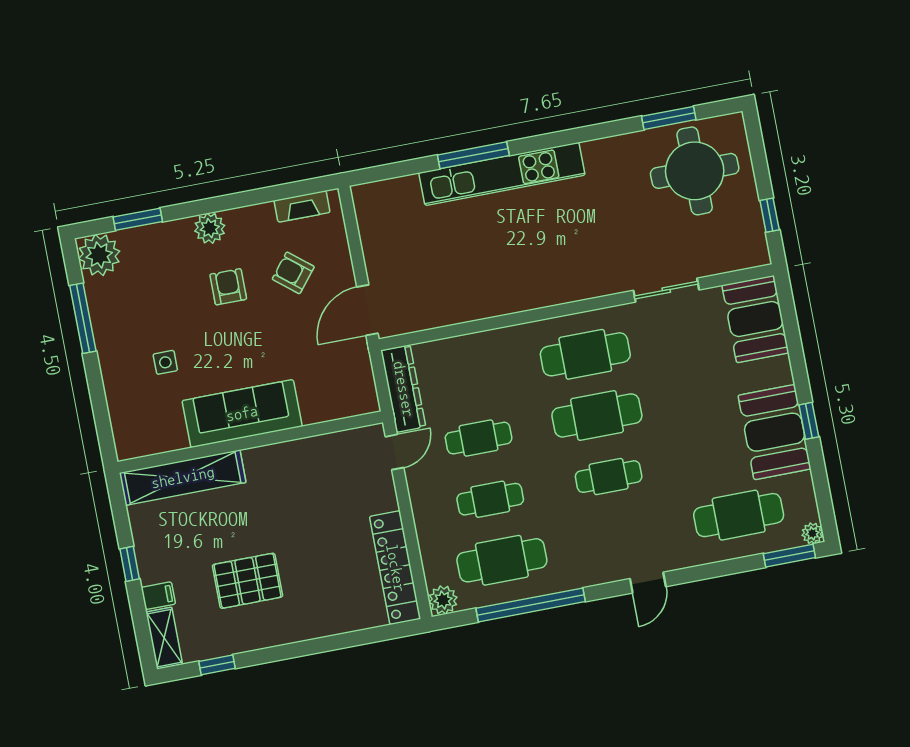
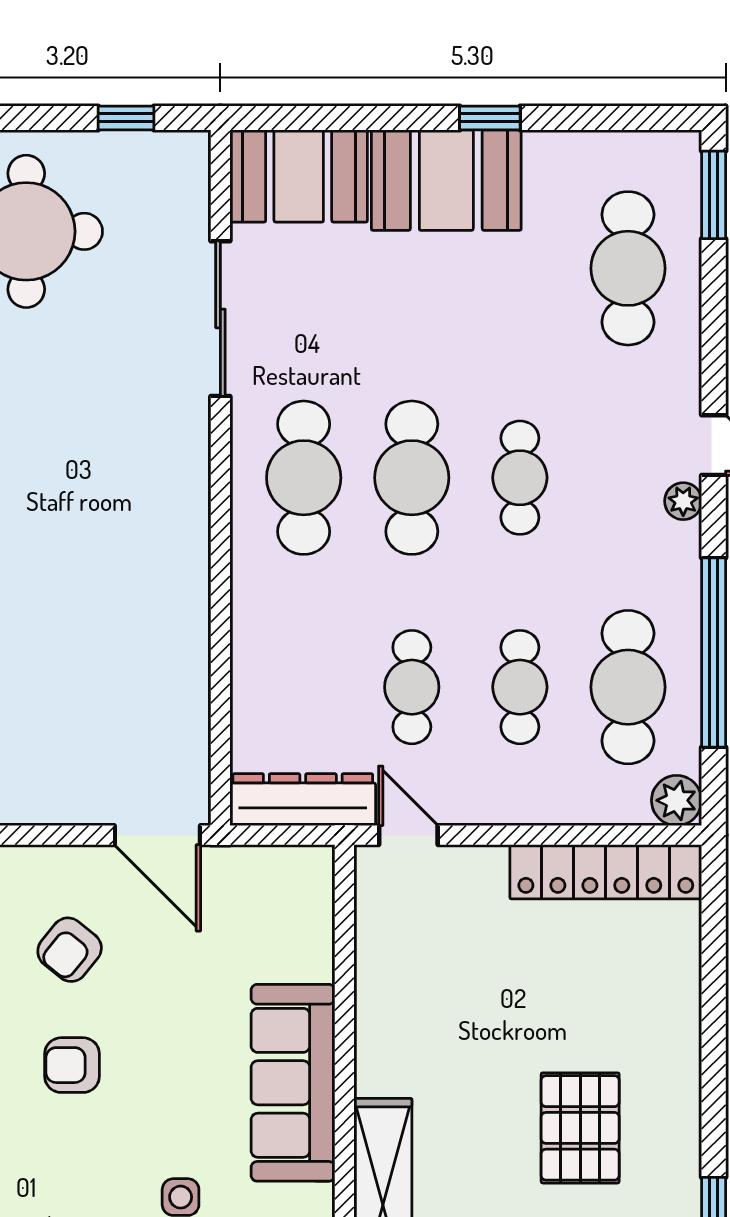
sliding door: (666, 290) -> (220, 319), width x1.37
booth: (774, 432) -> (446, 180), moved
plant: (812, 533) -> (683, 501), moved

